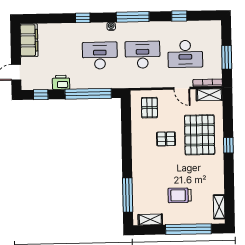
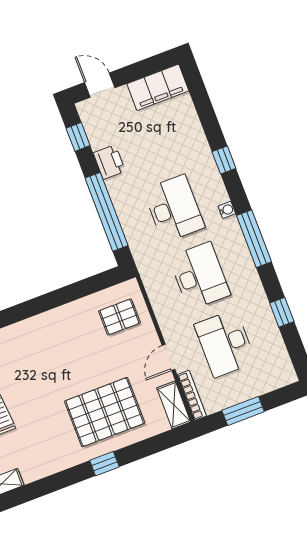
pallet: (166, 139) -> (79, 361), removed

